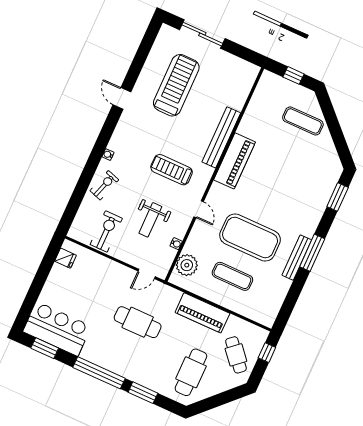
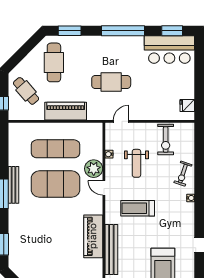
treadmill: (172, 170) -> (138, 208), turned 180
weight bench: (150, 220) -> (136, 163), turned 180
plant: (187, 265) -> (94, 169), moved
exercise mat: (232, 276) -> (55, 149), width x1.36, depth x1.45
window: (143, 393) -> (70, 31), moved

